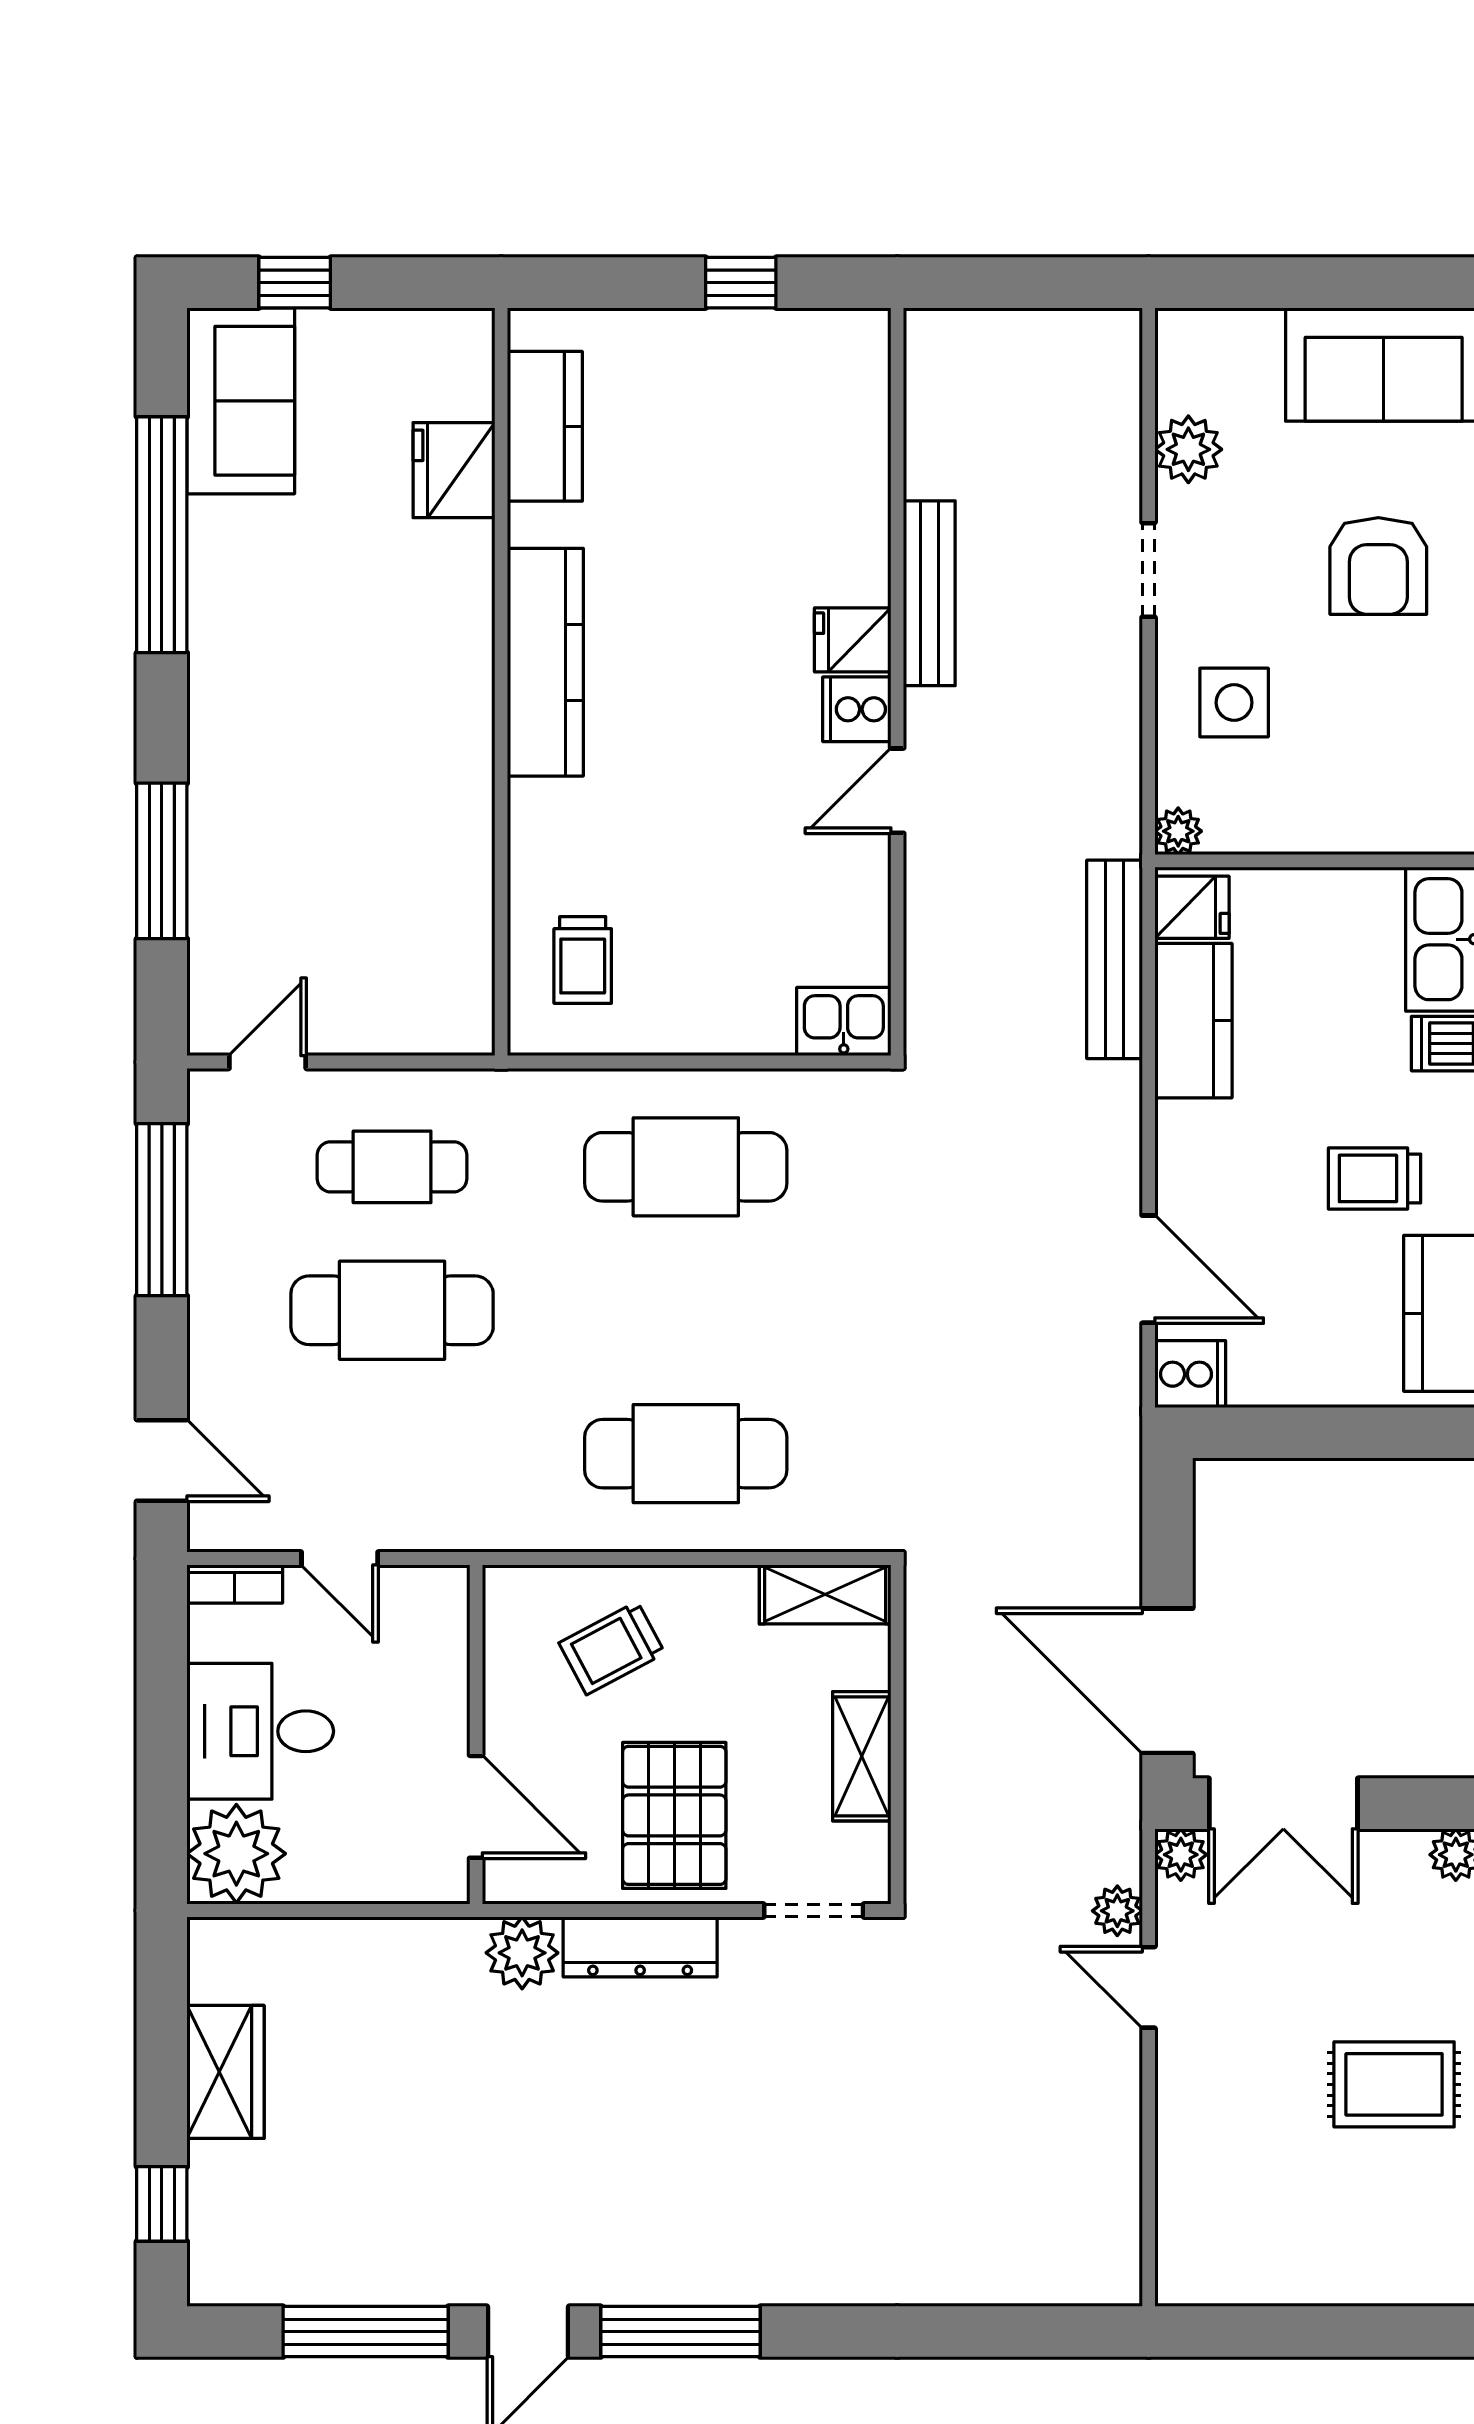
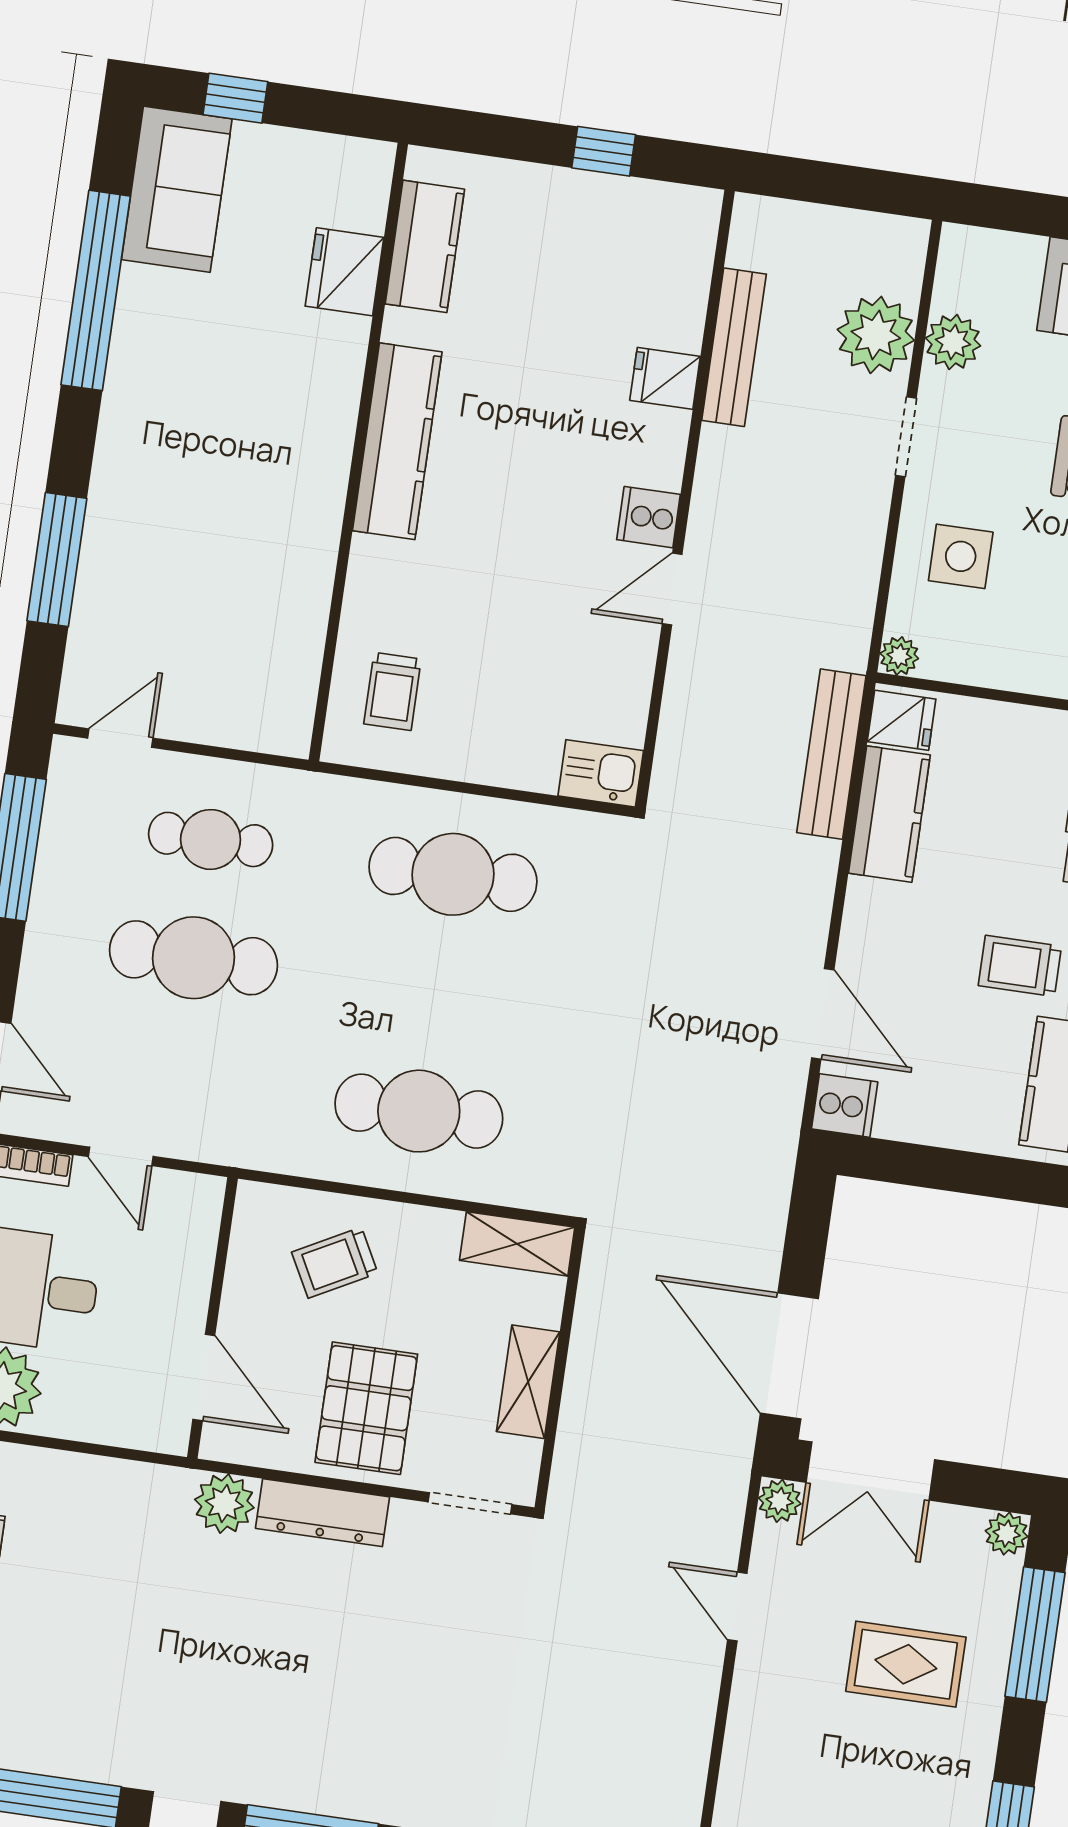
bench: (929, 593) -> (734, 347), moved
fridge: (853, 640) -> (665, 378), moved
plant: (1117, 1911) -> (876, 335), moved, width x1.87, depth x1.87
rug: (1394, 2084) -> (906, 1664), moved

